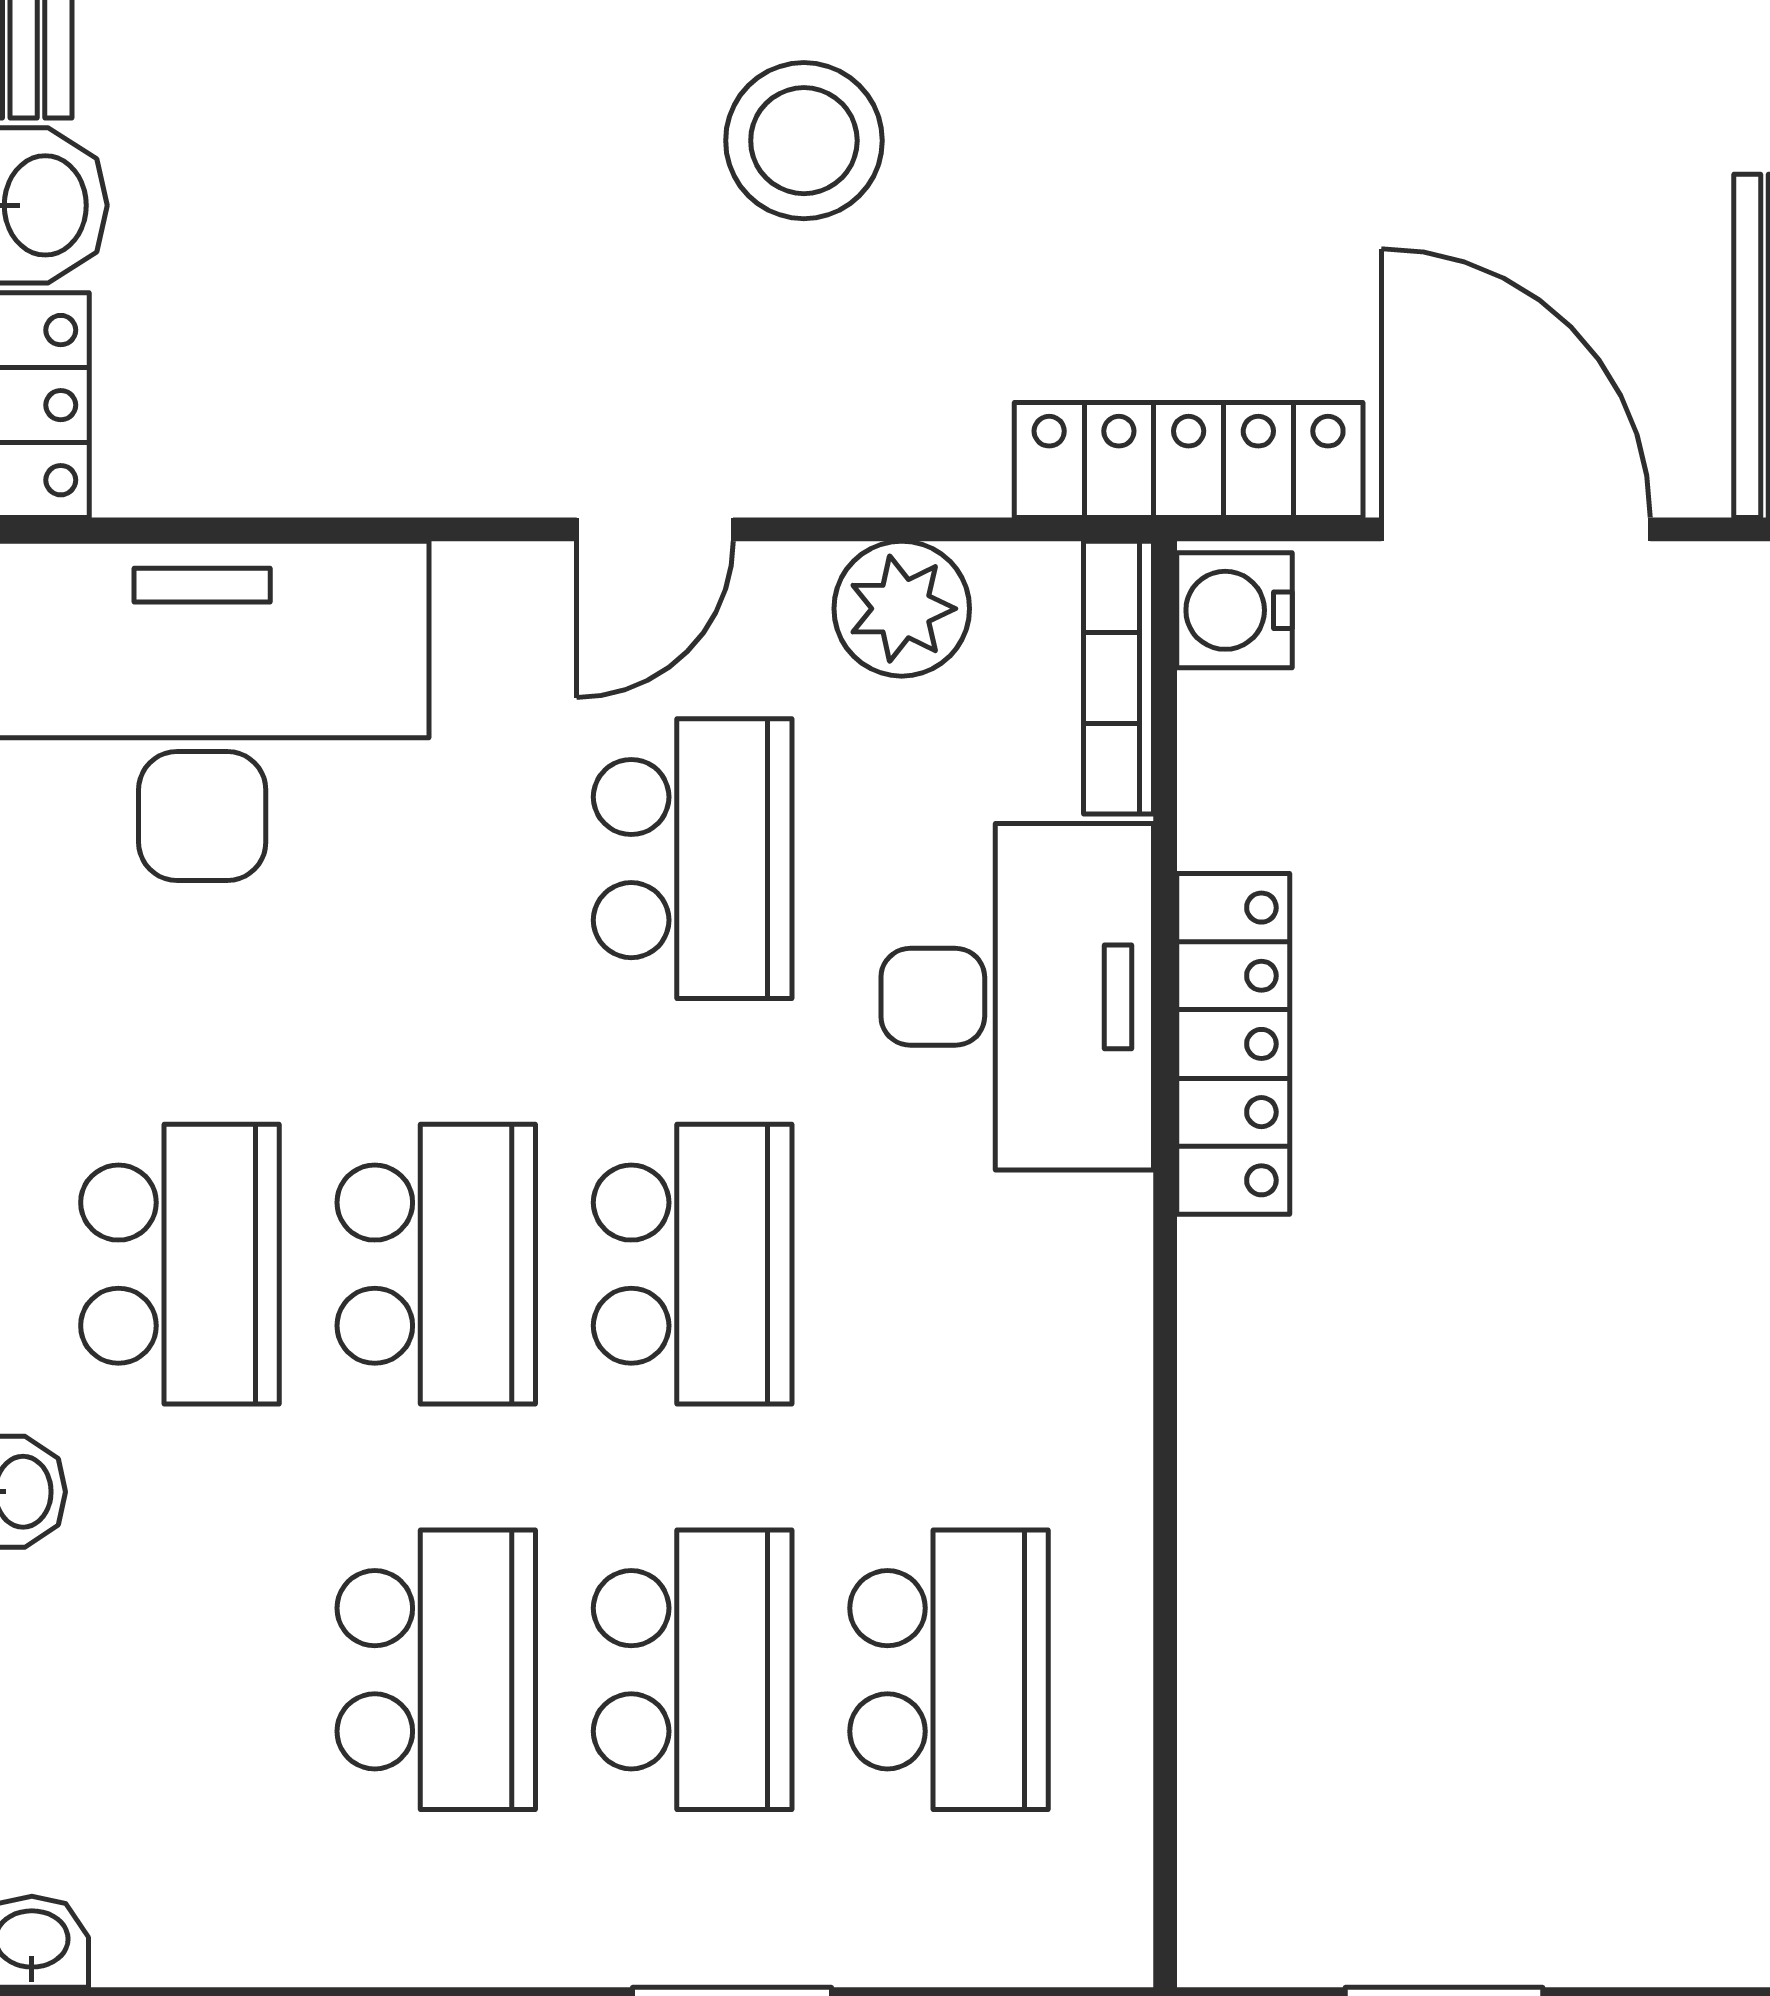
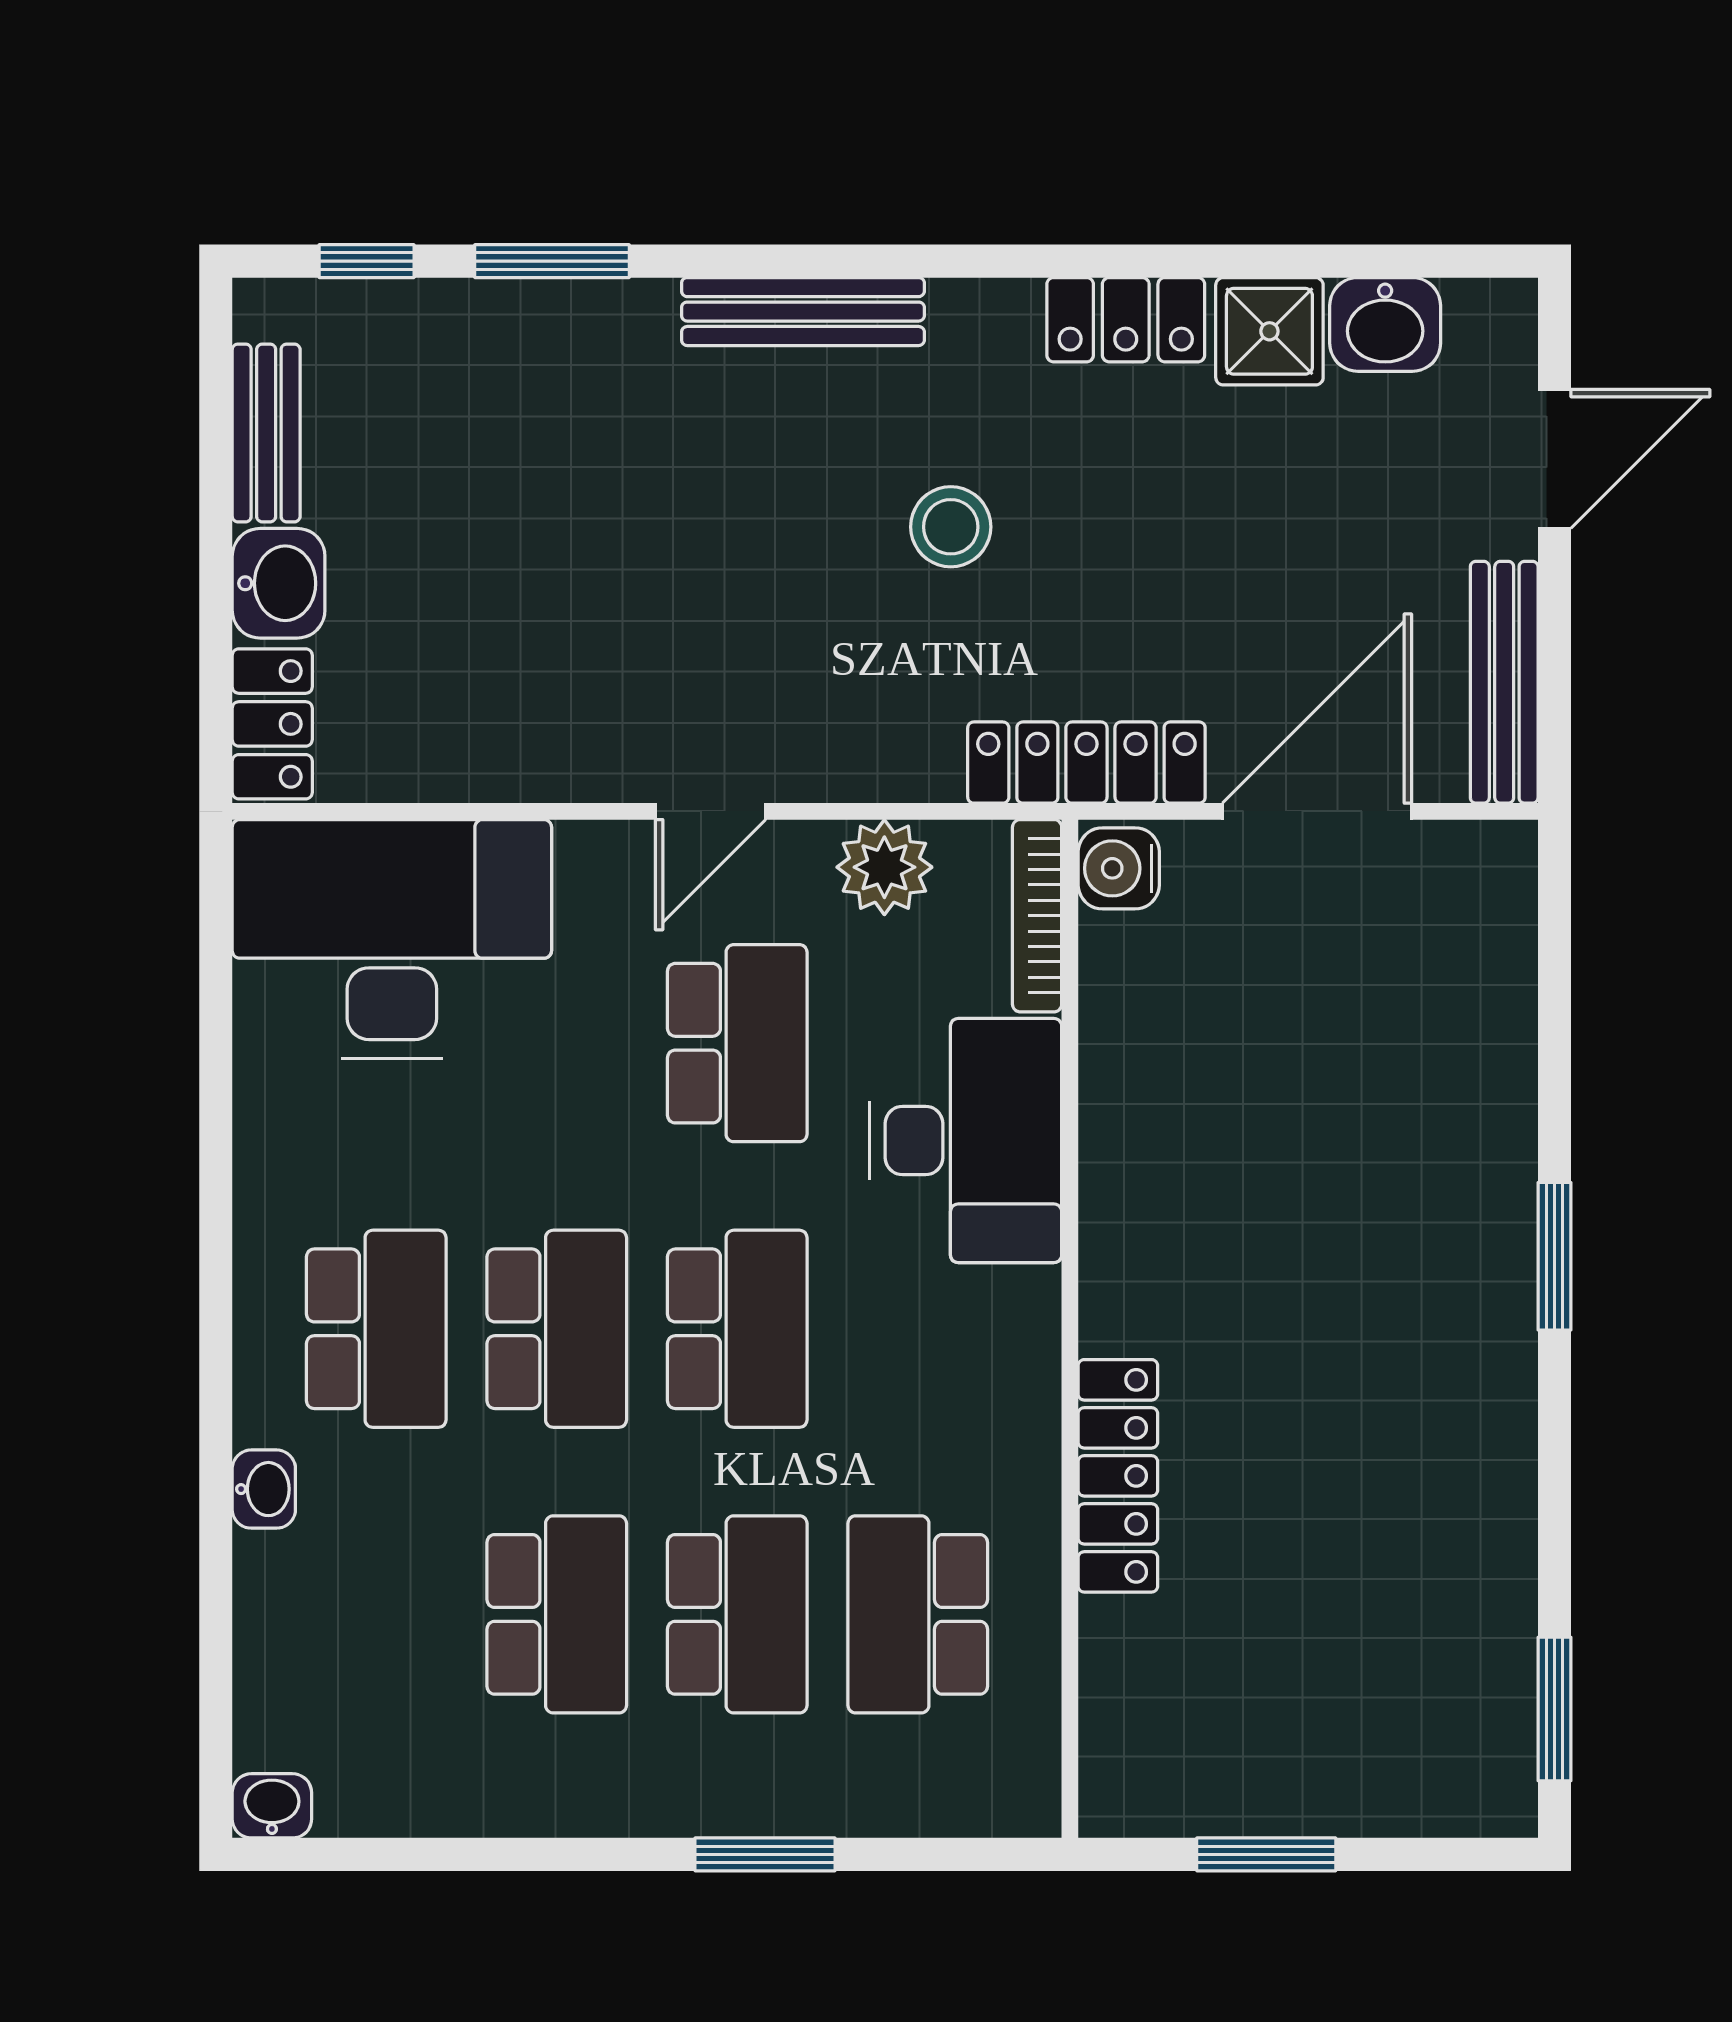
stool: (804, 141) -> (951, 527), moved, width x0.73, depth x0.73
door: (1516, 529) -> (1317, 811), hinge flipped
locker: (1233, 1044) -> (1118, 1476), moved
school desk: (949, 1670) -> (918, 1614), turned 180

